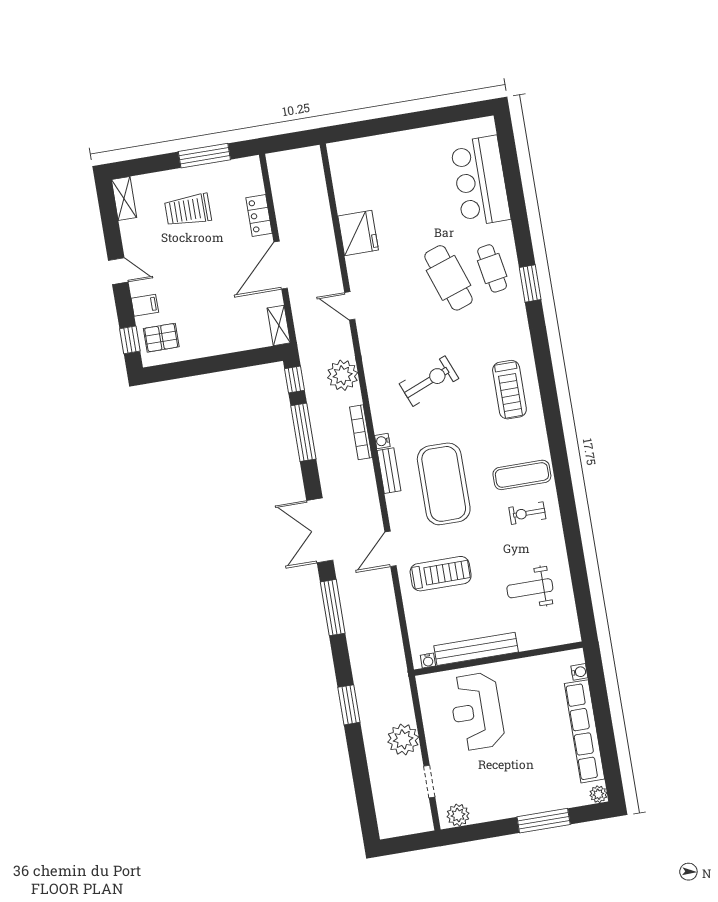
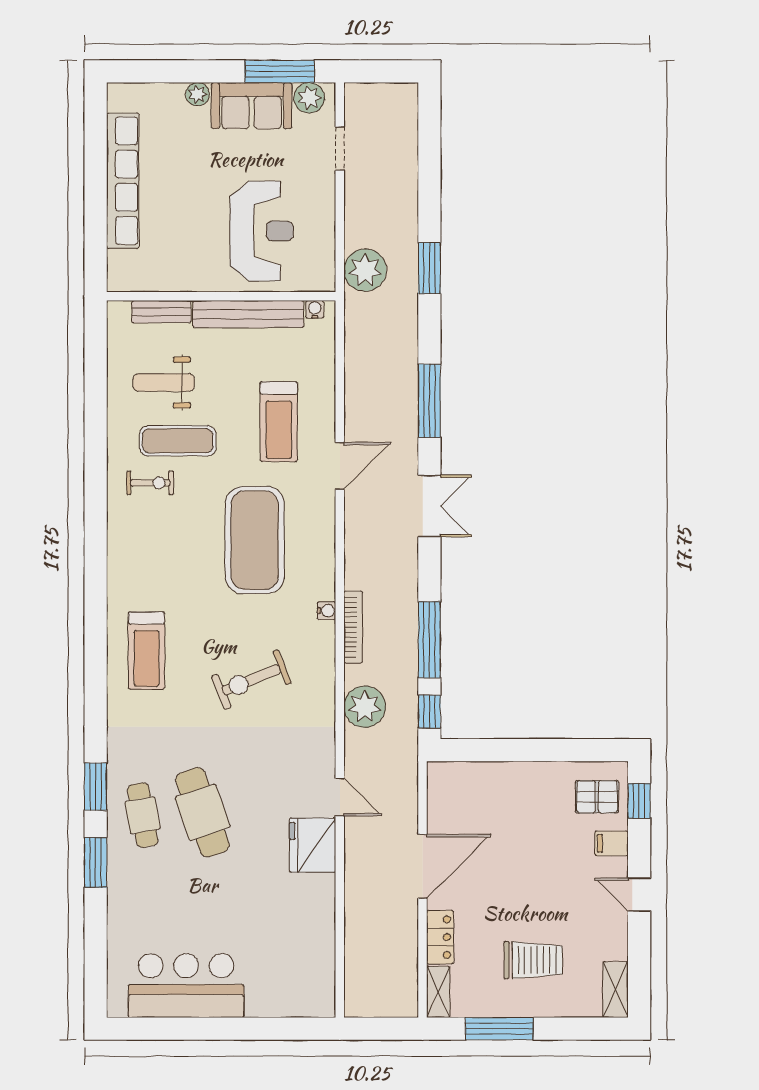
bar counter: (480, 181) -> (186, 986), moved, turned -90
window: (521, 228) -> (96, 862), added
fridge: (358, 233) -> (313, 845), moved
shelving: (279, 325) -> (438, 992), moved
treadmill: (509, 390) -> (147, 651), turned 180
bench: (389, 471) -> (161, 312), moved, turned 90
exercise mat: (522, 475) -> (178, 441), moved
double door: (320, 530) -> (429, 506), width x0.73
treadmill: (441, 574) -> (279, 422), turned -90
weight bench: (530, 588) -> (164, 383), turned 180
water cooler: (579, 672) -> (117, 261), removed
plant: (403, 739) -> (365, 270), moved
plant: (598, 794) -> (197, 94), moved
sofa: (499, 802) -> (252, 106), added
window: (544, 821) -> (280, 71), moved

